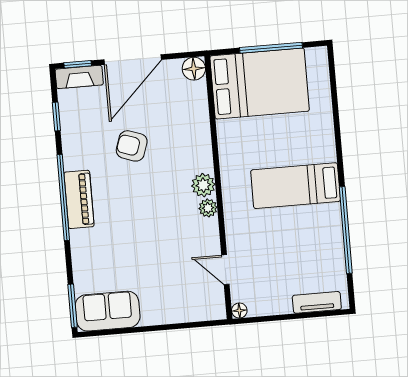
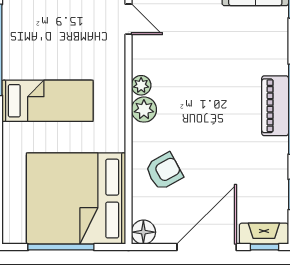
bed: (260, 83) -> (76, 199), width x1.36
armchair: (132, 146) -> (164, 171), moved, turned -48

